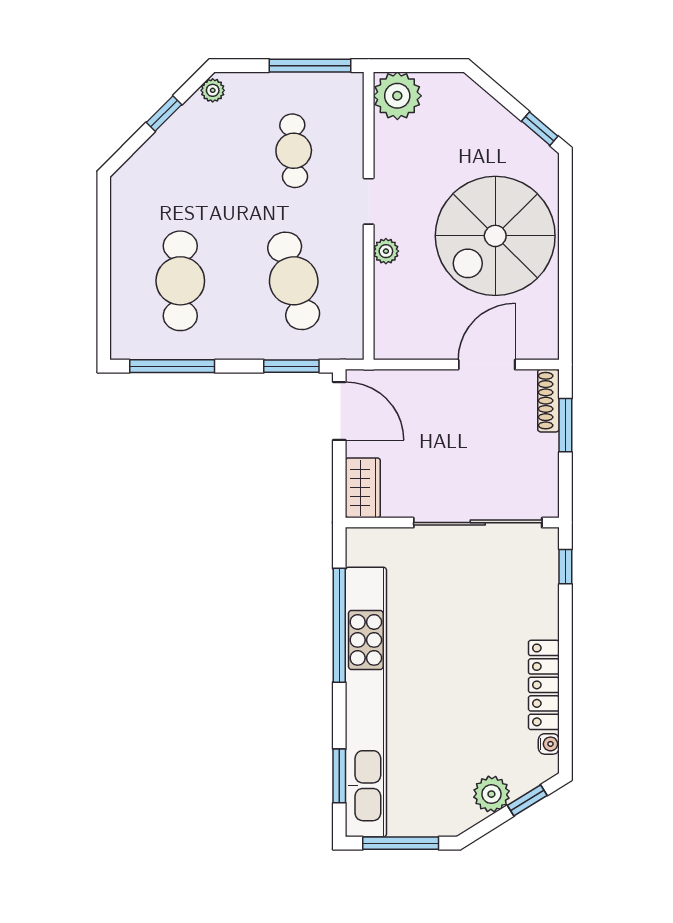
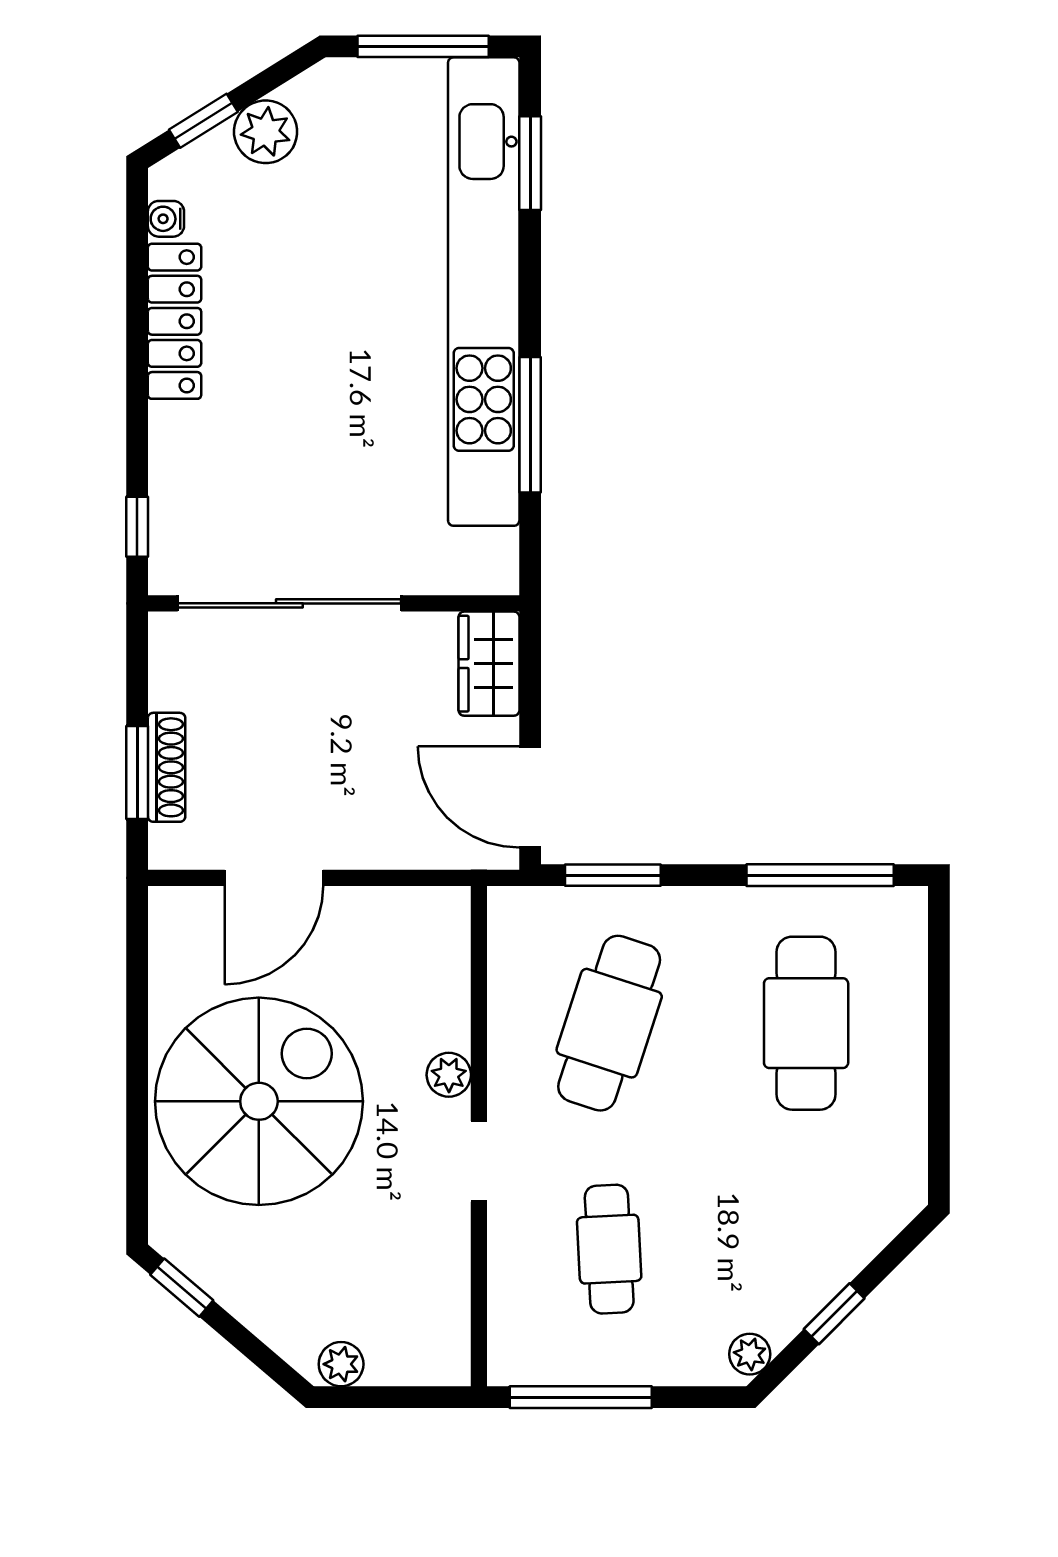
plant: (397, 96) -> (341, 1364), moved, width x0.53, depth x0.53
cafe table: (294, 281) -> (609, 1023), turned 33
shoe rack: (548, 401) -> (167, 767), moved
window: (339, 625) -> (530, 425), width x0.68

